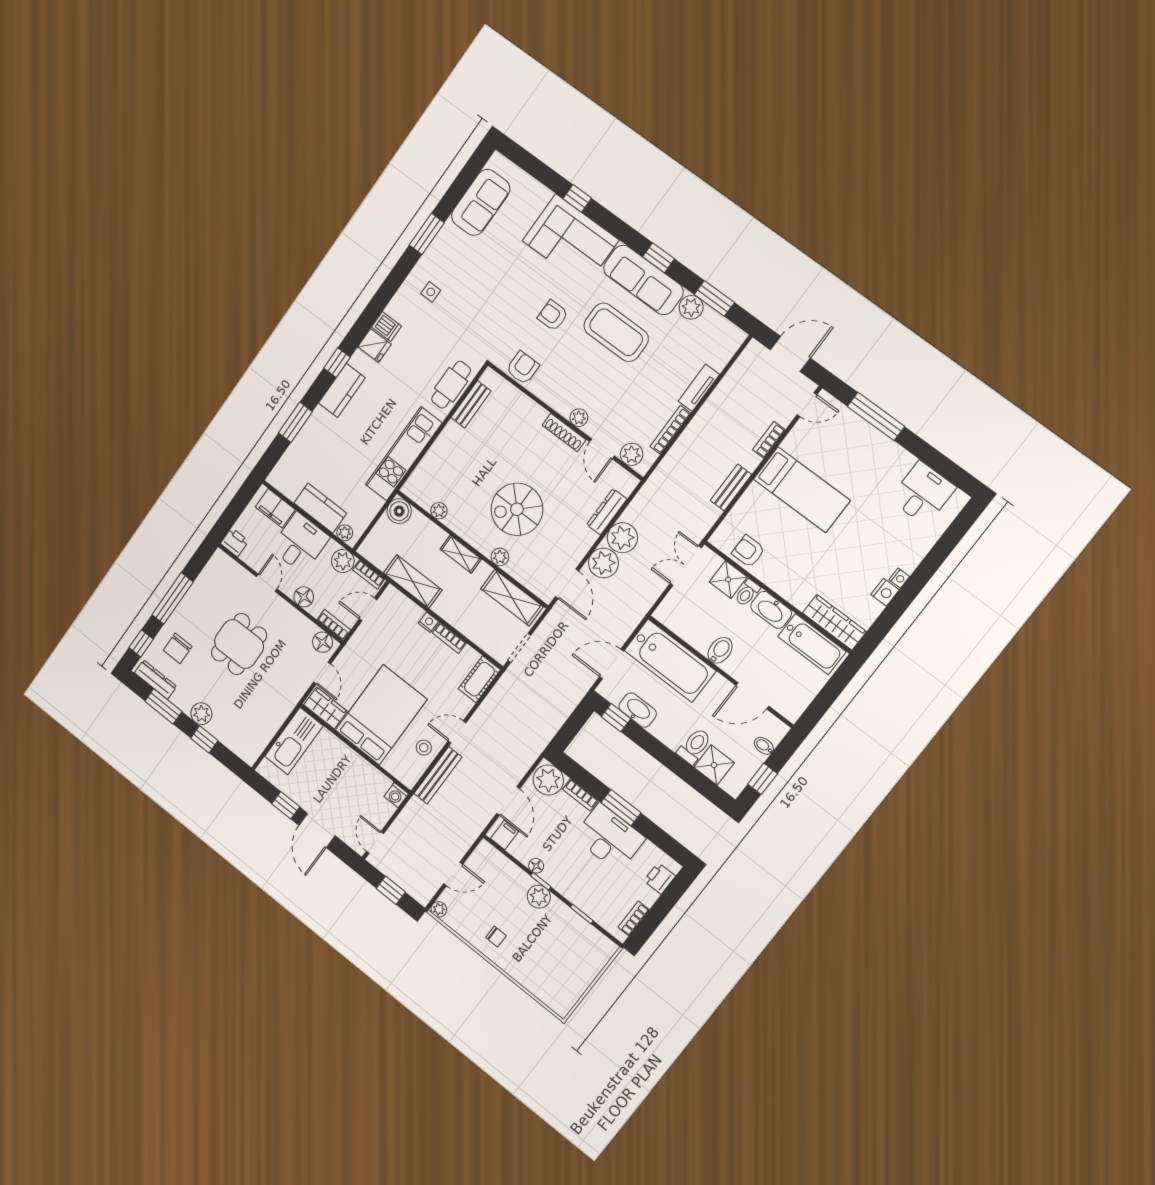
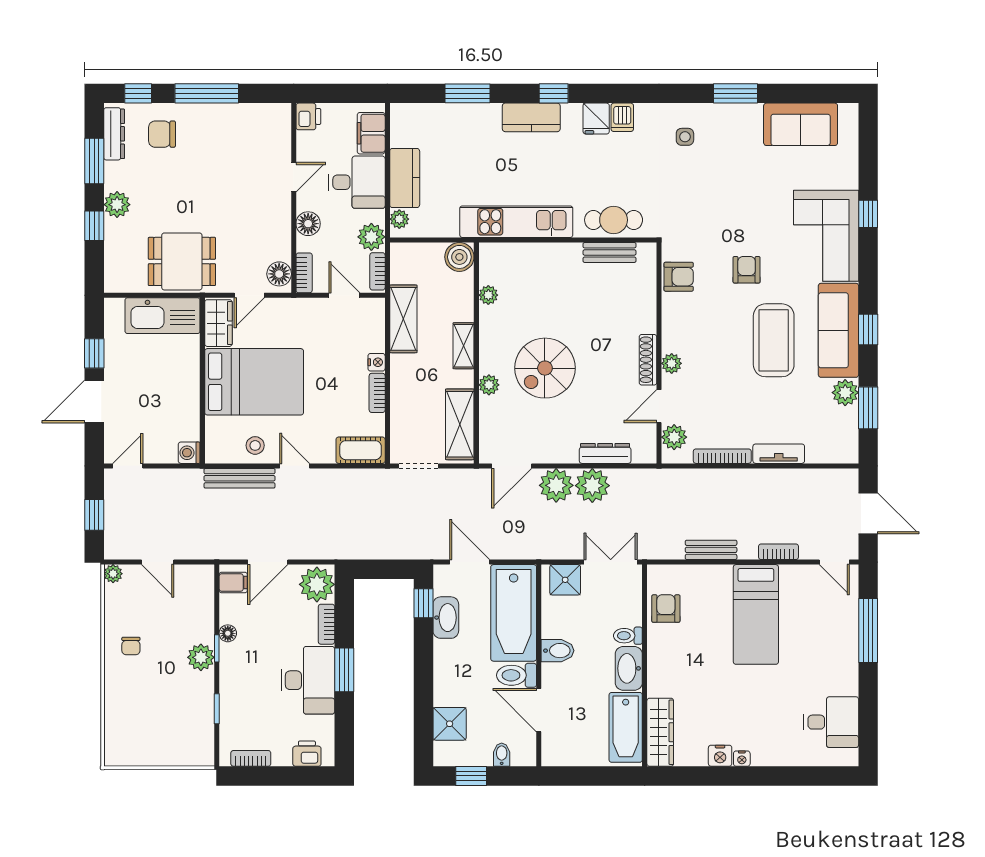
spiral stairs: (517, 509) -> (545, 368), turned -90
shower: (728, 580) -> (565, 580), moved
dining table: (239, 644) -> (182, 261), moved
toilet: (694, 746) -> (517, 675), moved, turned 180

